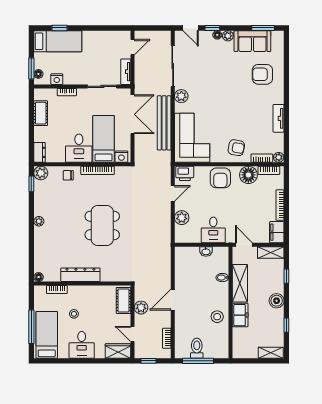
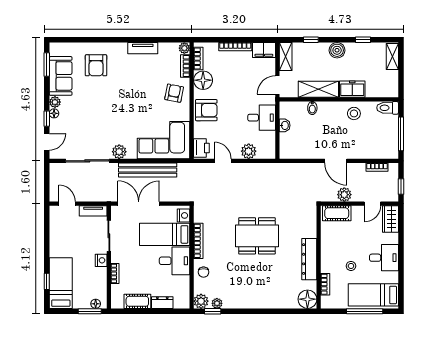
nightstand: (57, 79) -> (101, 260), moved
dresser: (40, 152) -> (162, 303), moved
plant: (39, 221) -> (217, 303), moved
floor lamp: (39, 277) -> (307, 299), width x1.89, depth x1.89
toilet: (197, 348) -> (388, 108), moved

